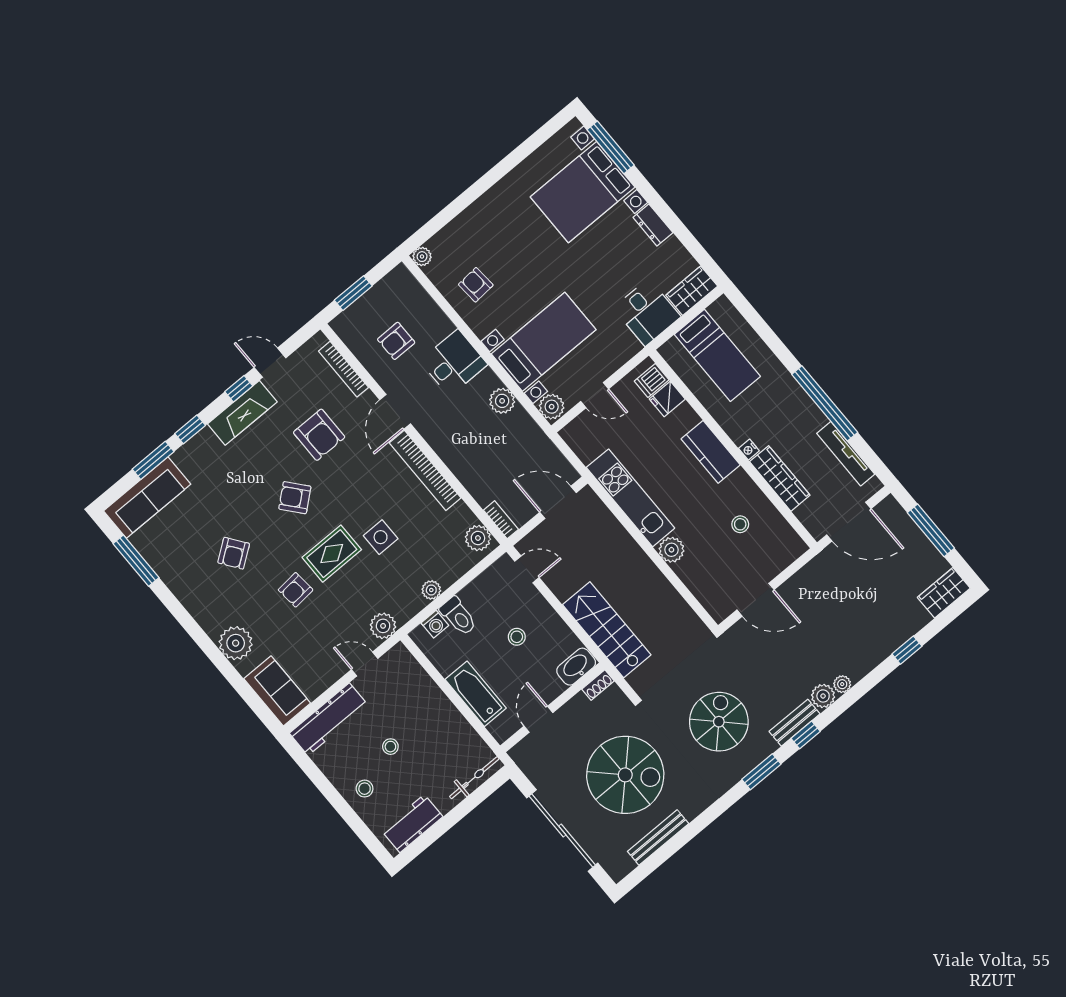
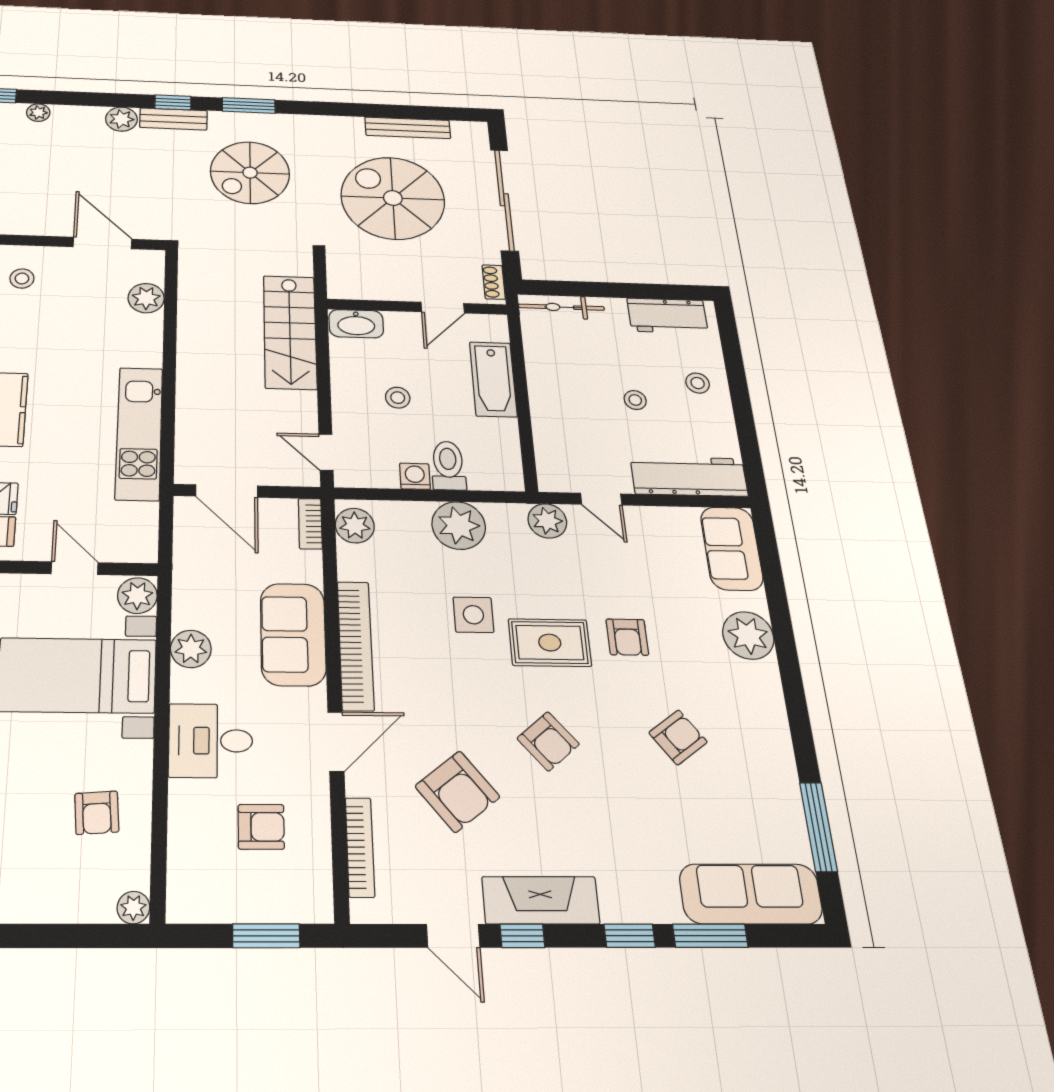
armchair: (319, 435) -> (457, 792), turned 142
sofa: (460, 451) -> (293, 634), added
stool: (740, 524) -> (22, 279), moved
plant: (671, 550) -> (146, 298), moved
armchair: (296, 590) -> (627, 637), turned 95
plant: (431, 590) -> (459, 526), width x1.87, depth x1.87
washing machine: (435, 624) -> (415, 476), moved
plant: (842, 684) -> (38, 113), moved
shoe rack: (598, 685) -> (494, 282), moved, turned -90

